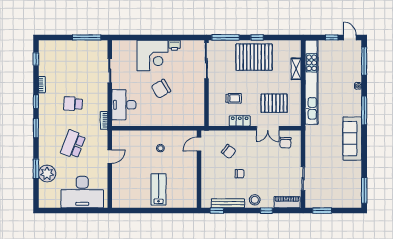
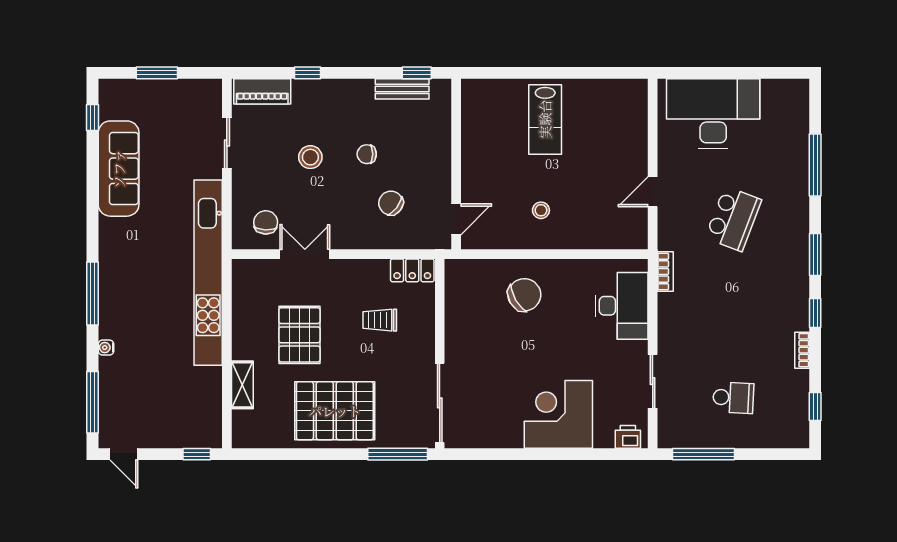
window: (257, 37) -> (328, 454), removed
window: (332, 37) -> (197, 454), moved
printer: (174, 45) -> (628, 437), moved
kitchen unit: (312, 82) -> (208, 273), moved
chair: (161, 89) -> (524, 295), moved
pallet: (274, 103) -> (299, 335), moved, turned 90
school desk: (73, 104) -> (733, 398), moved
locker: (240, 121) -> (412, 270), moved
sofa: (352, 139) -> (119, 169), moved
window: (36, 169) -> (815, 165), width x1.44
plant: (47, 174) -> (791, 154), removed
window: (364, 190) -> (92, 118), width x0.46
stool: (255, 200) -> (310, 157), moved
bench: (228, 203) -> (402, 89), width x0.73
window: (322, 211) -> (157, 73), moved

